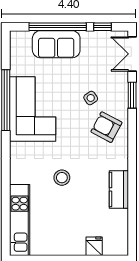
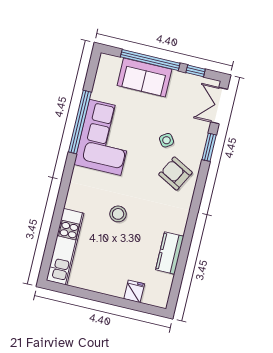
kitchen counter: (119, 189) -> (170, 253), moved

